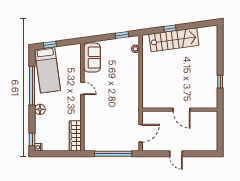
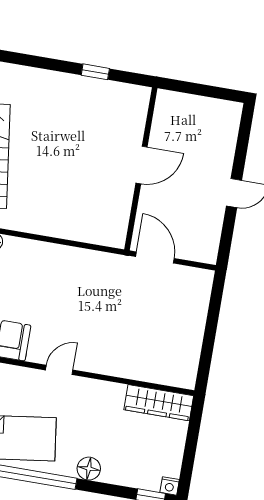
door: (141, 133) -> (155, 257), moved
window: (113, 154) -> (211, 328), removed

